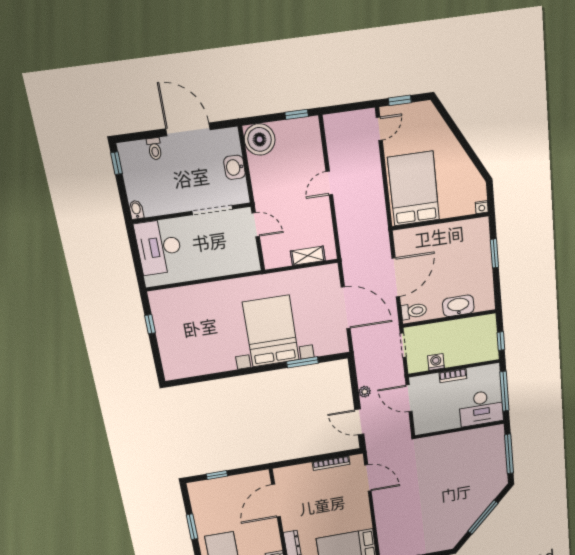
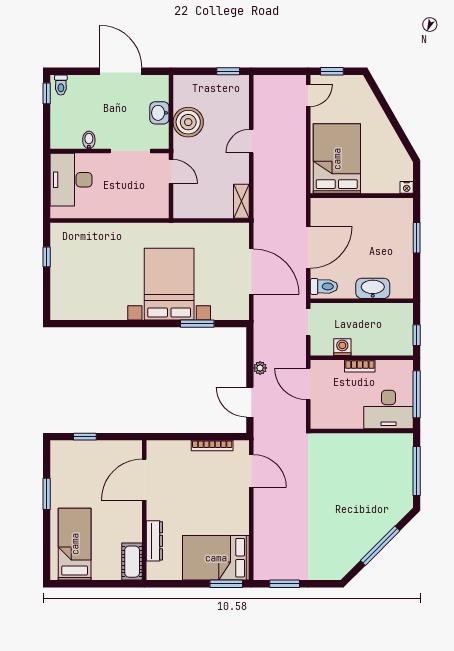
boiler: (260, 139) -> (188, 122), moved
toilet: (155, 149) -> (61, 85), moved
bidet: (136, 210) -> (89, 140), moved
shelving: (308, 256) -> (241, 201), moved, turned 90

